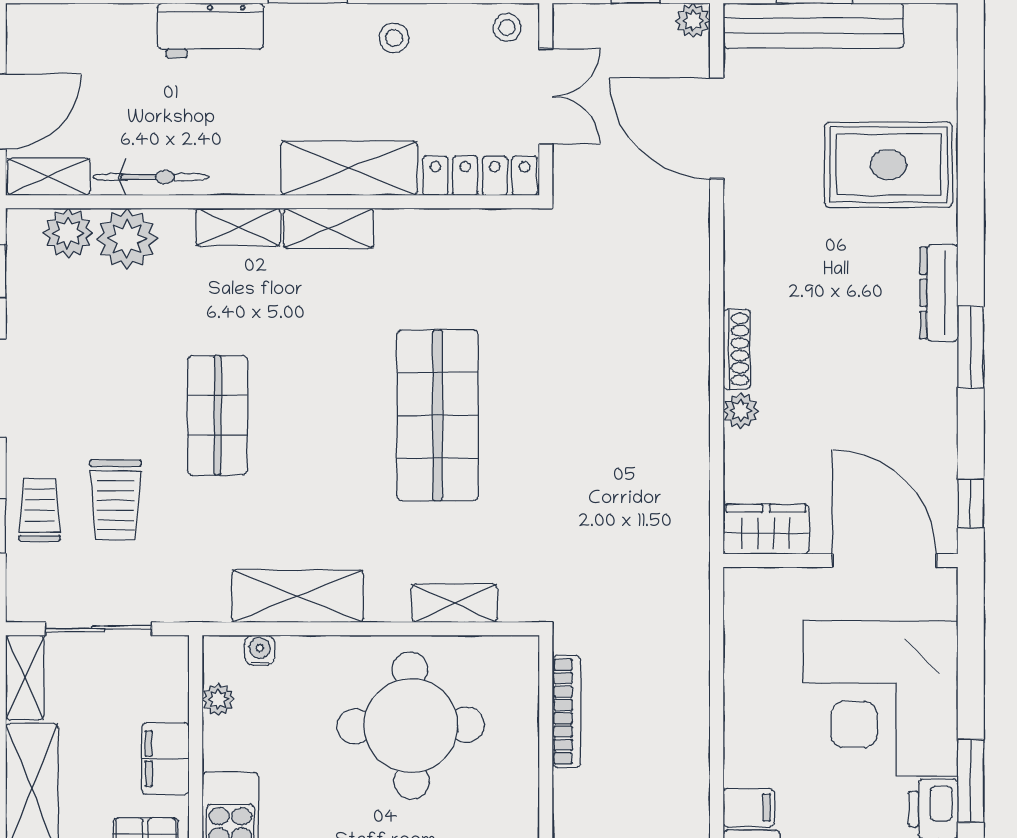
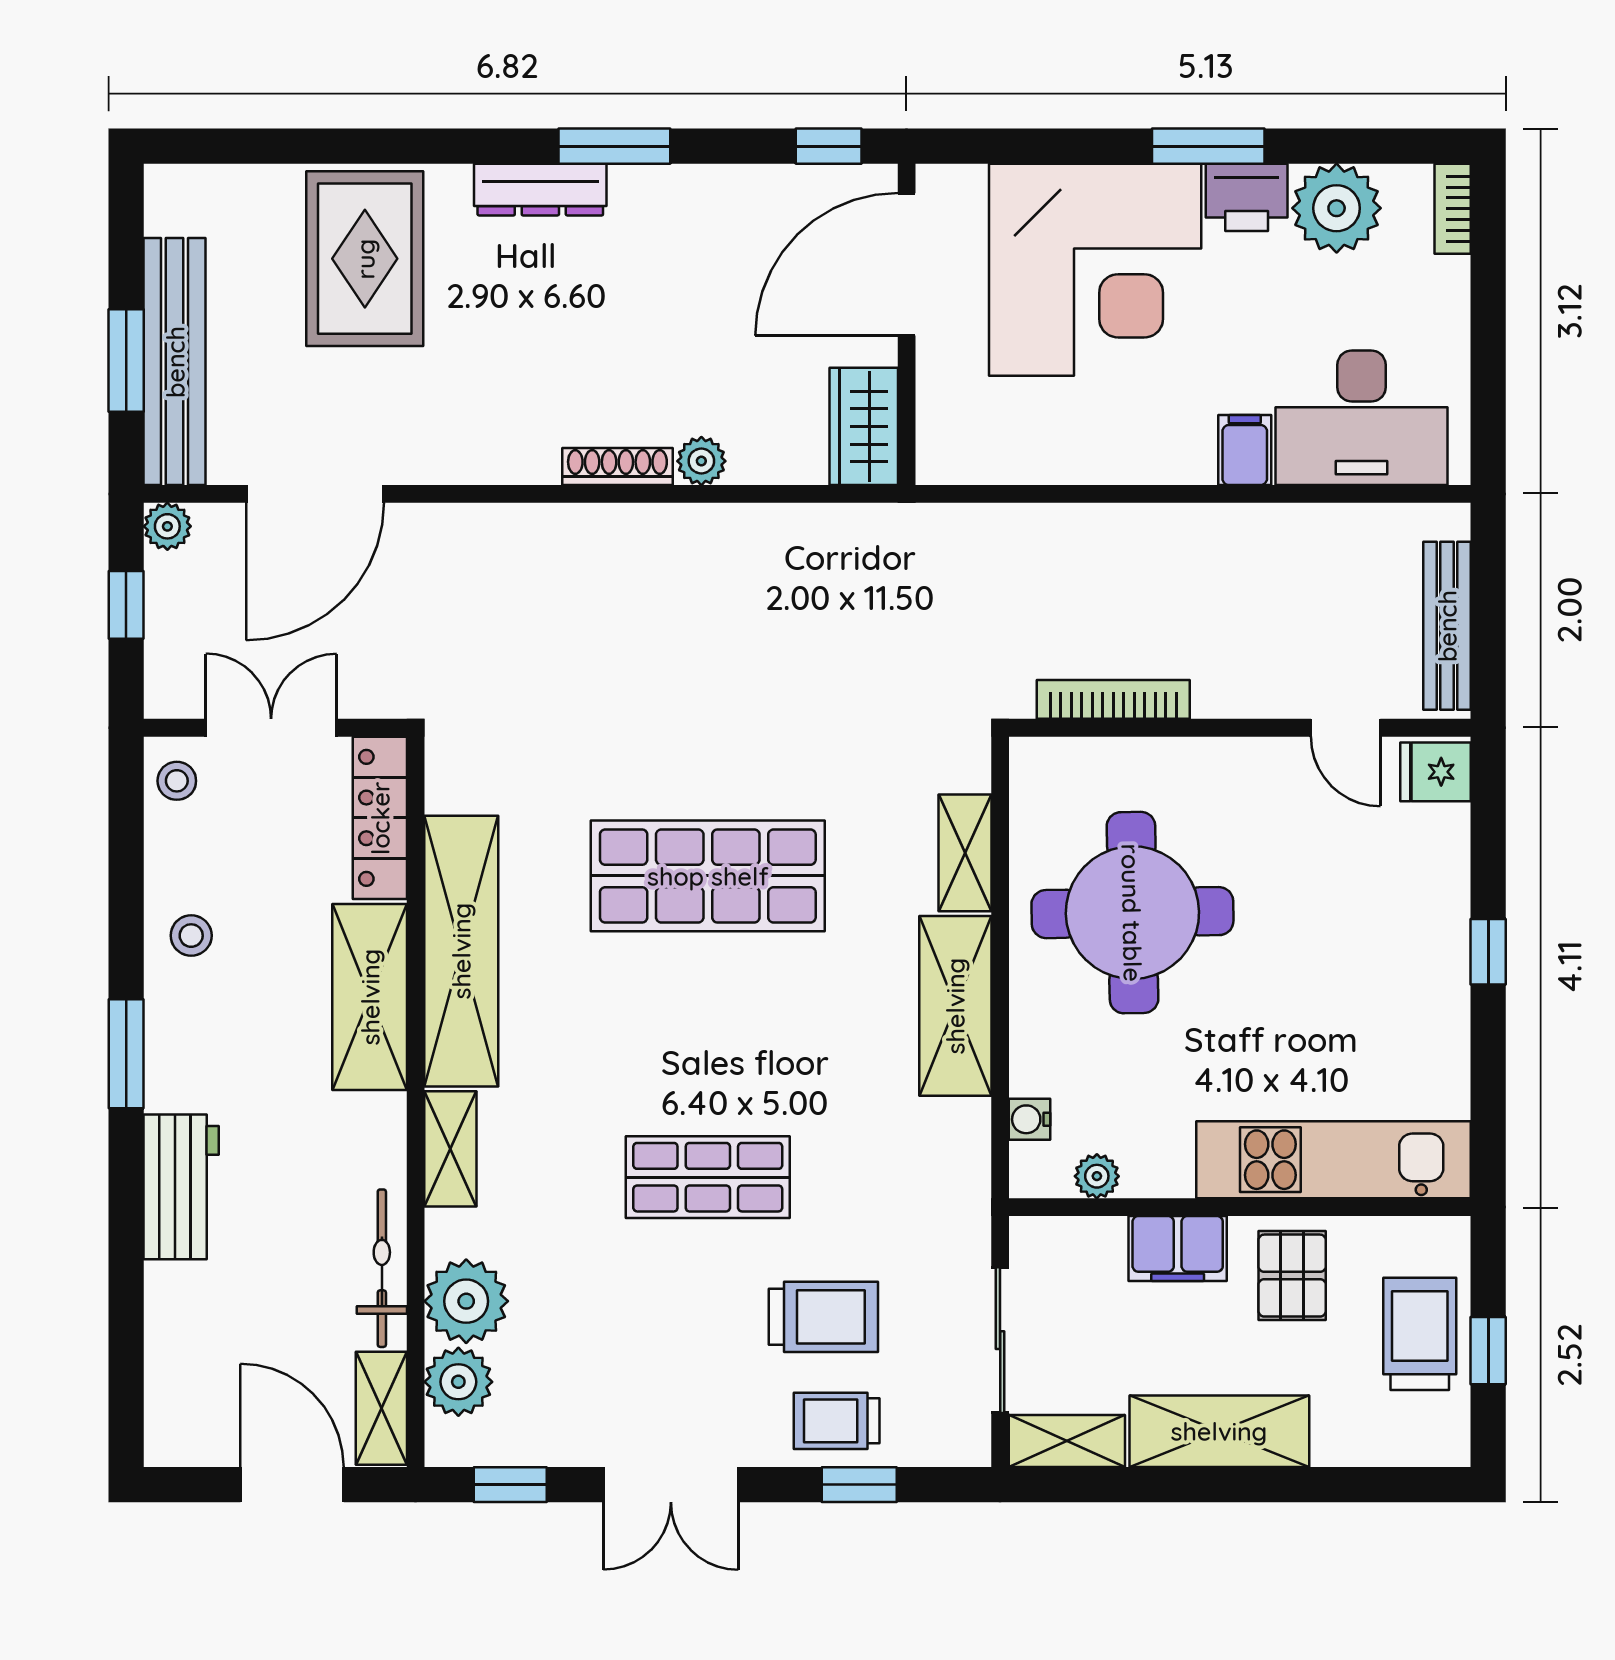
shelving: (329, 228) -> (461, 951), width x2.20, depth x1.33
shelving: (298, 596) -> (955, 1006), moved

